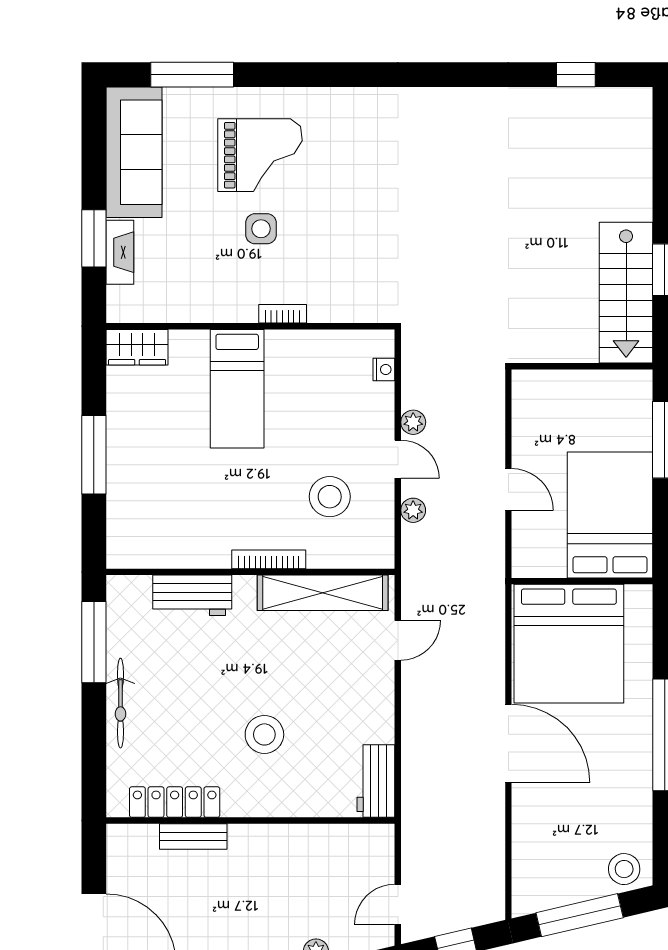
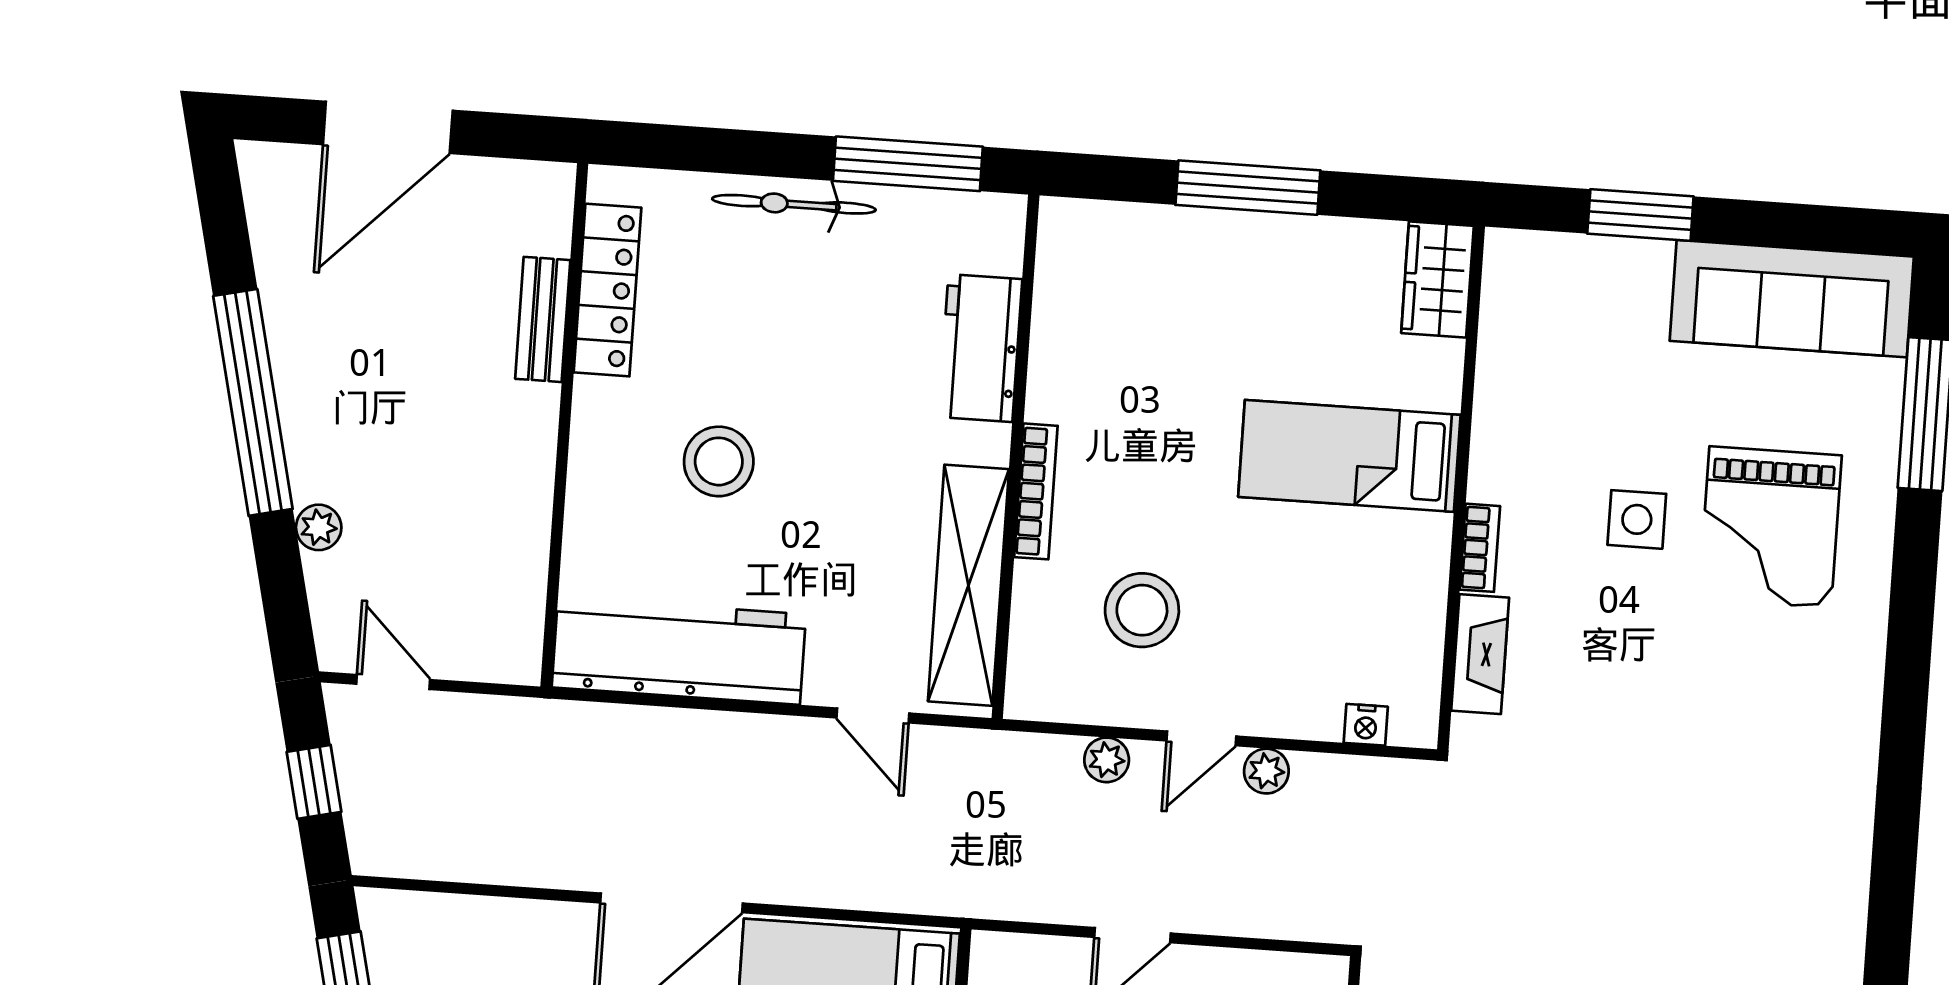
fireplace: (120, 252) -> (1480, 654), moved, turned -90
workbench: (376, 781) -> (679, 651), width x1.88, depth x1.32

